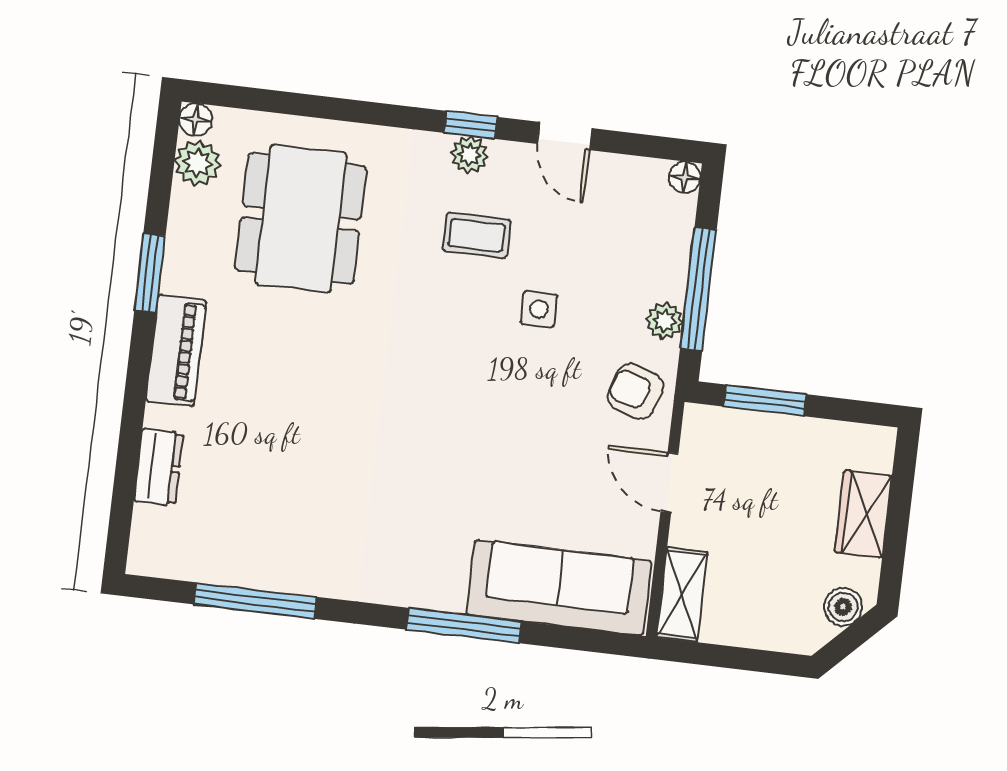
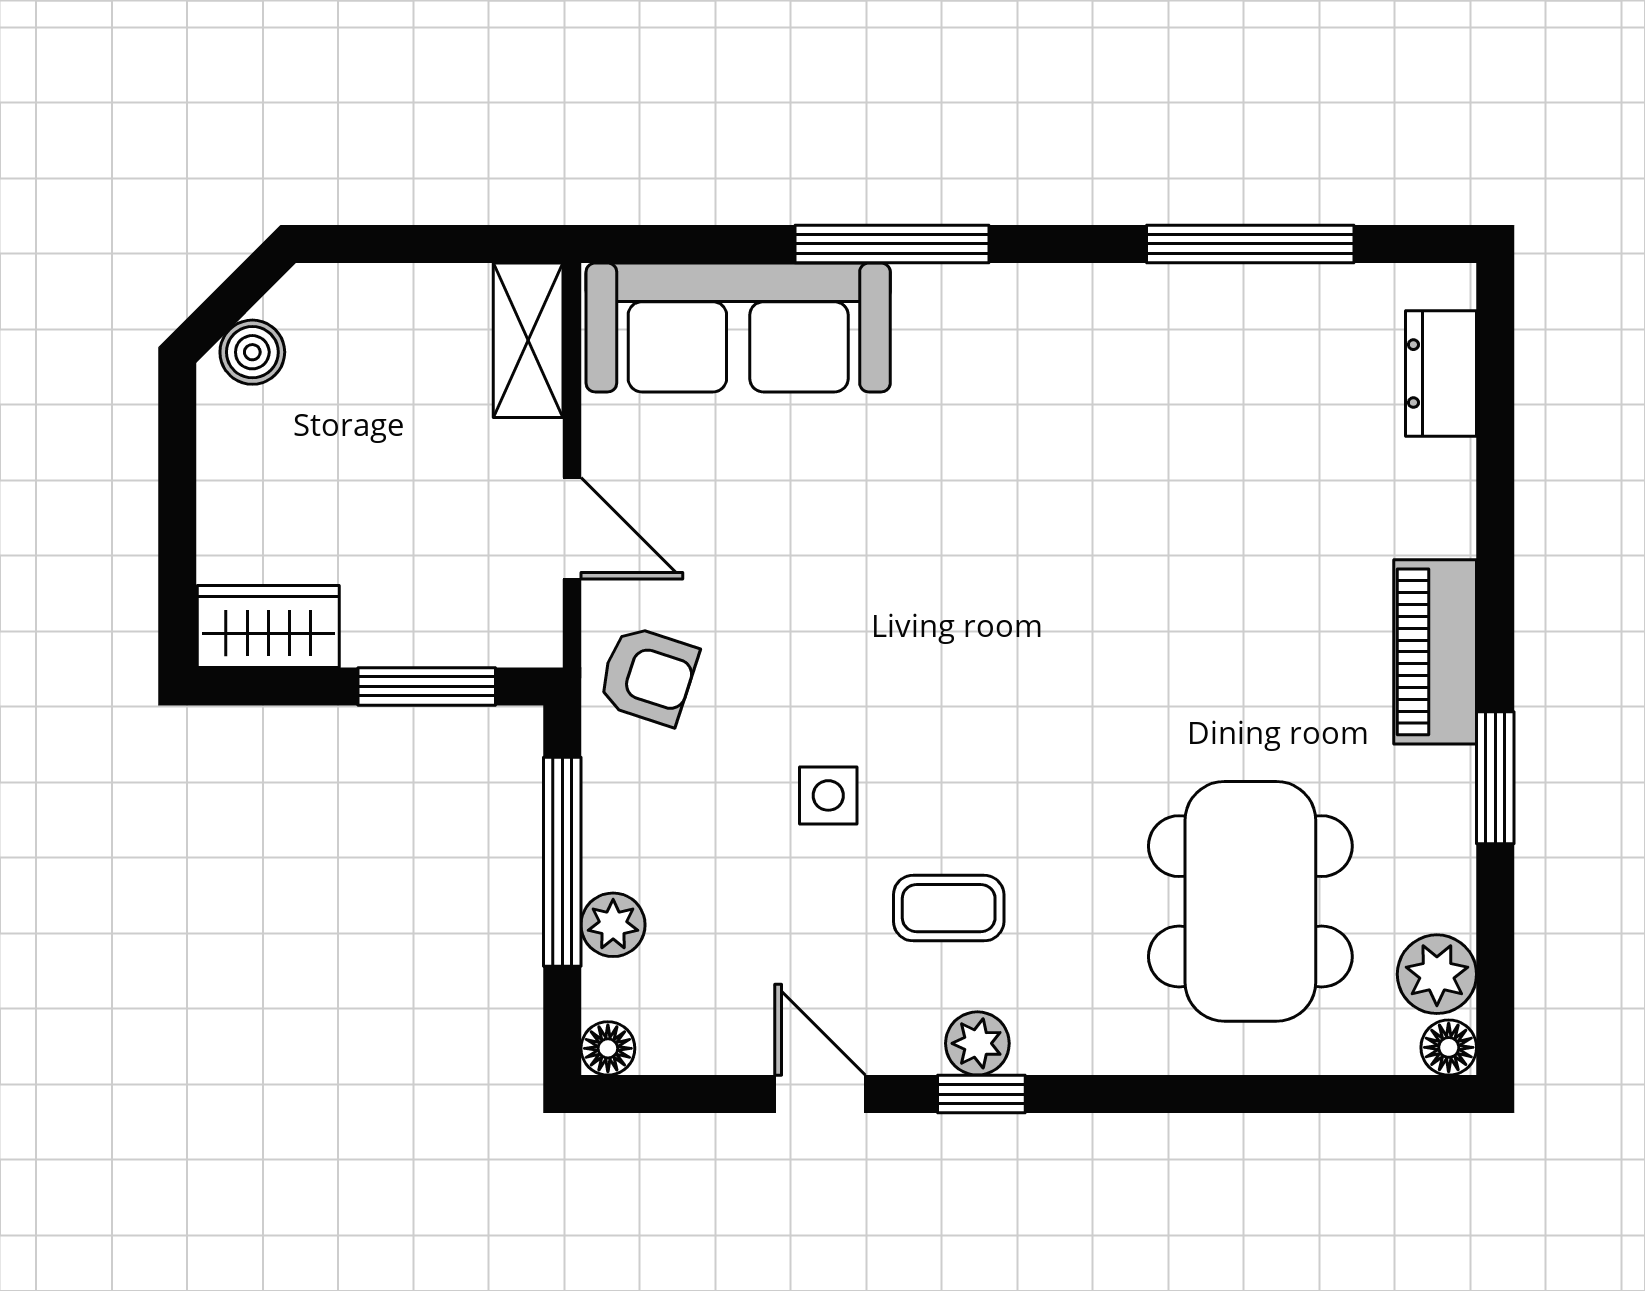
plant: (665, 321) -> (613, 925), moved
dresser: (159, 467) -> (1441, 374), moved
wardrobe: (863, 514) -> (268, 626), moved, turned -90

